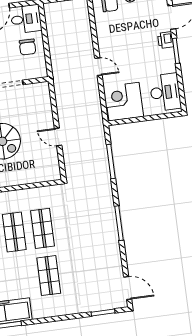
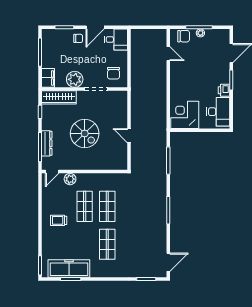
printer: (165, 40) -> (224, 90), moved
chair: (28, 47) -> (114, 73), moved
door: (98, 67) -> (168, 54), moved
door: (128, 288) -> (168, 262), hinge flipped

